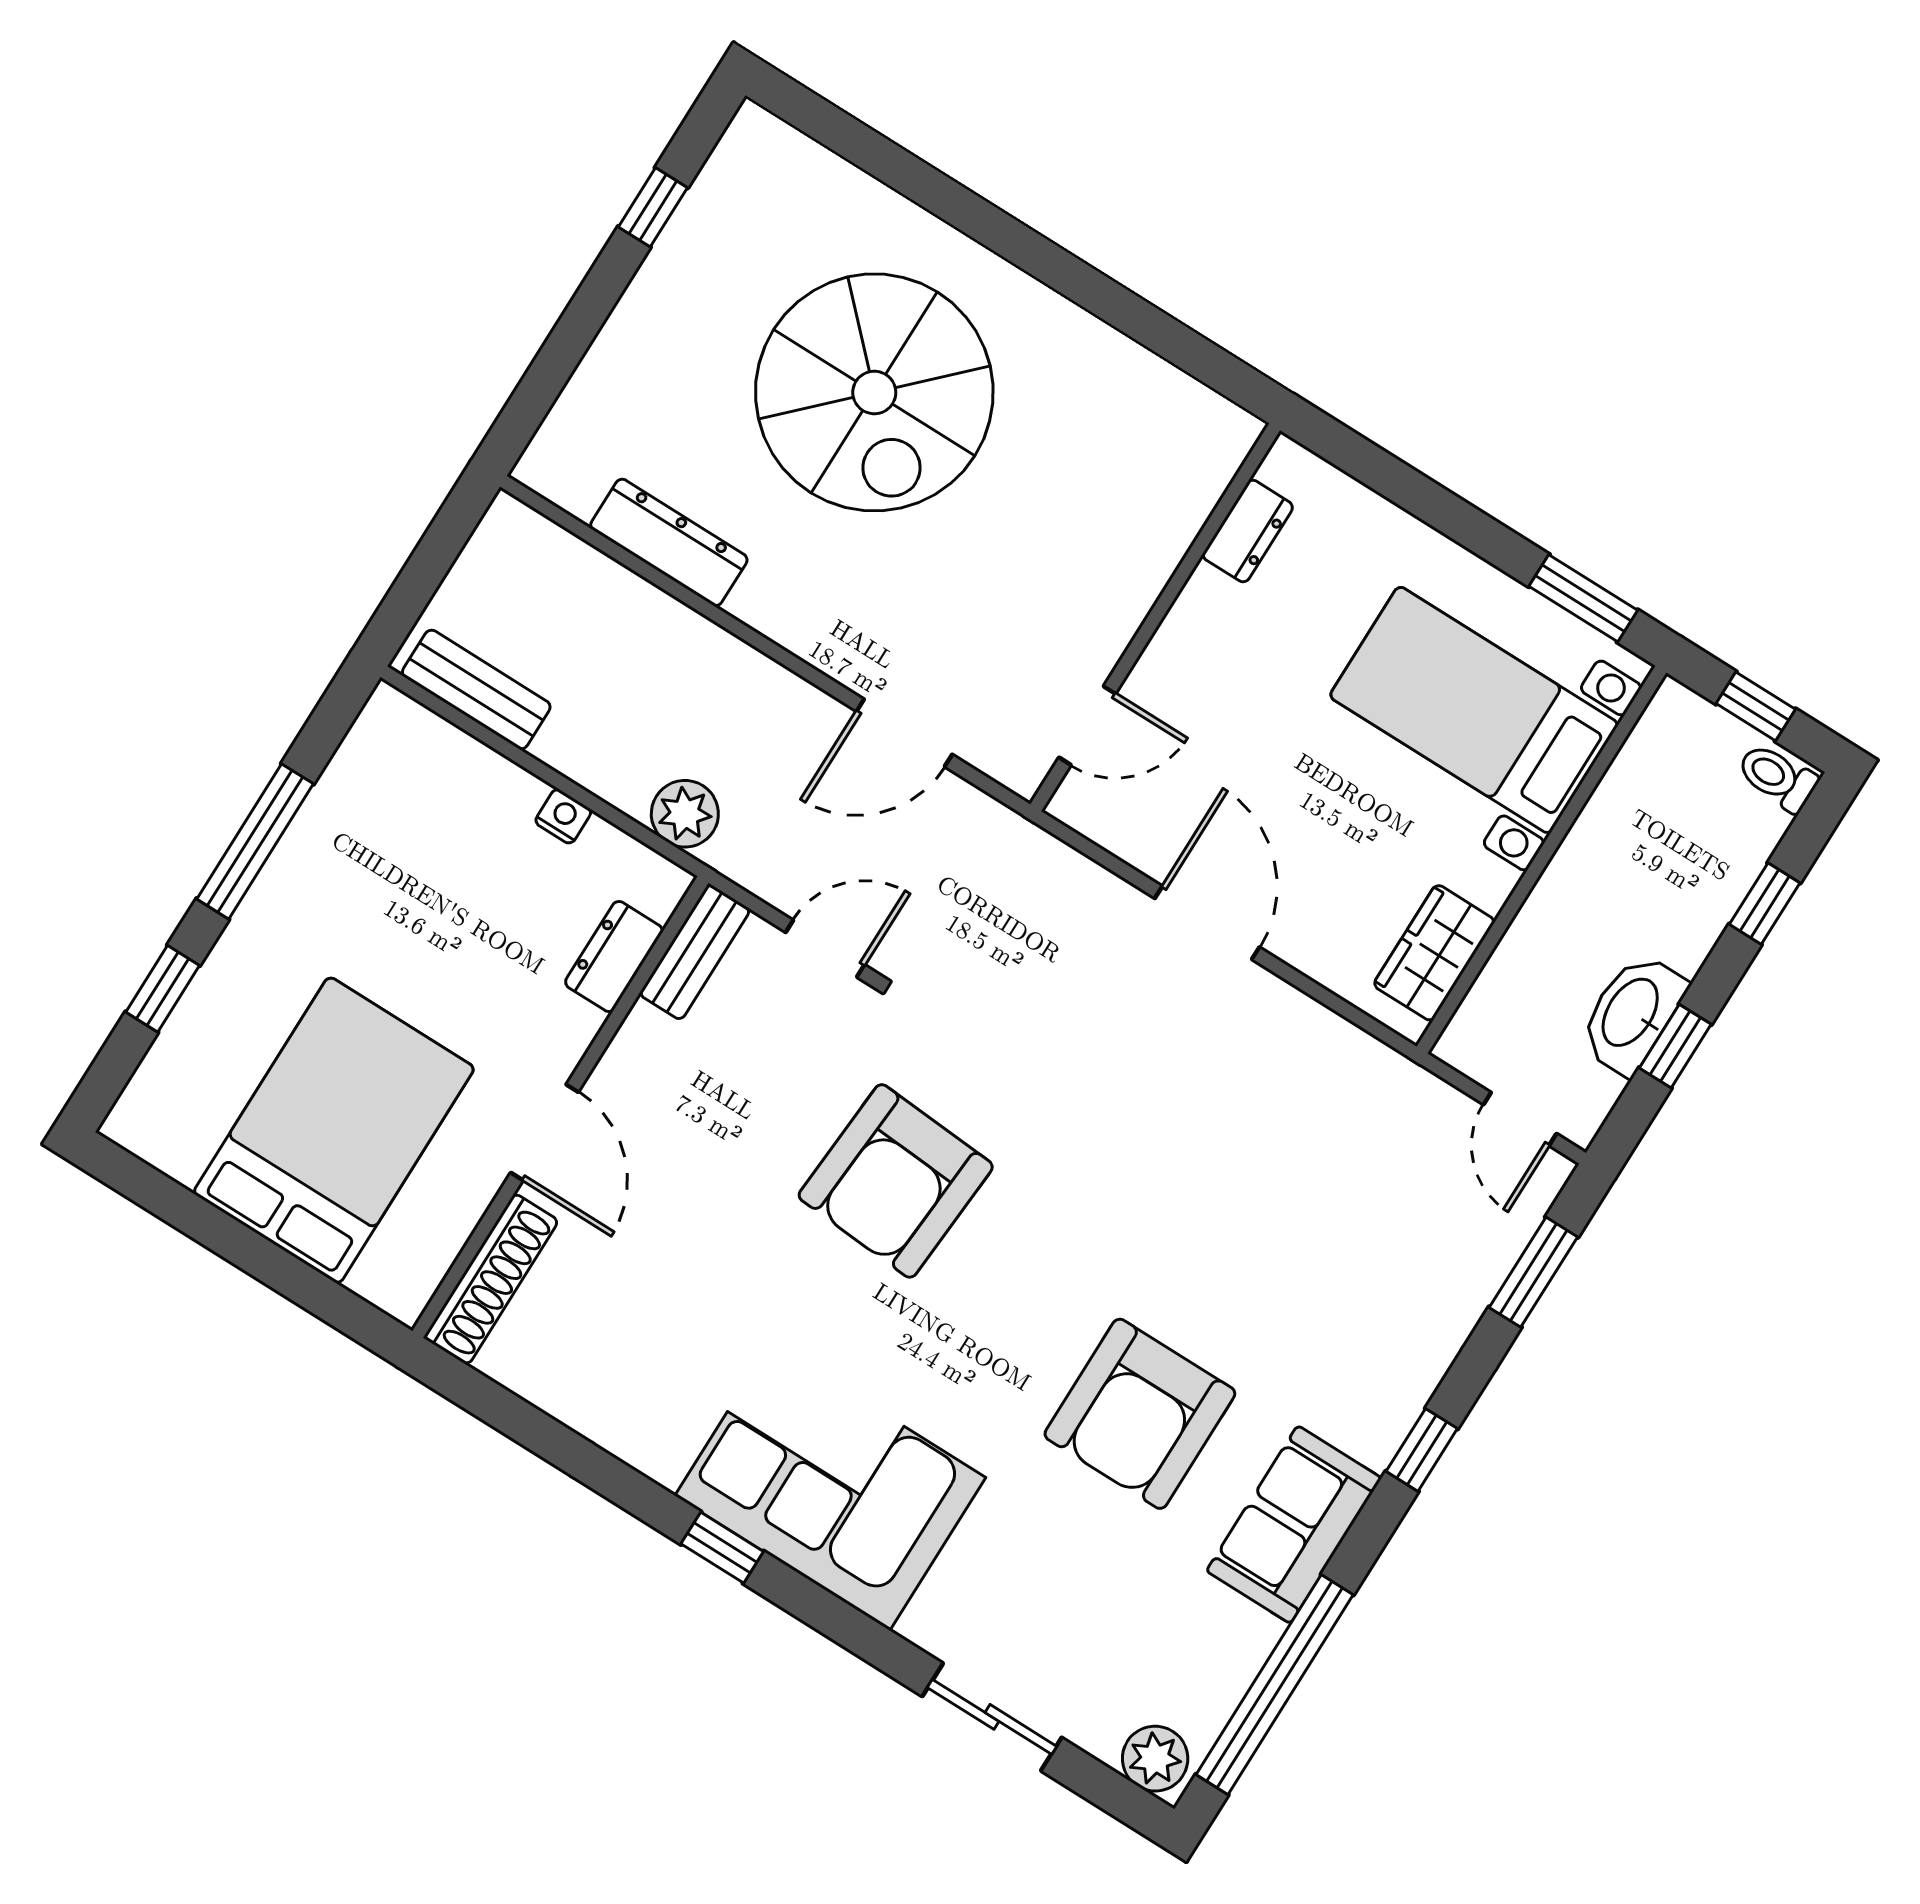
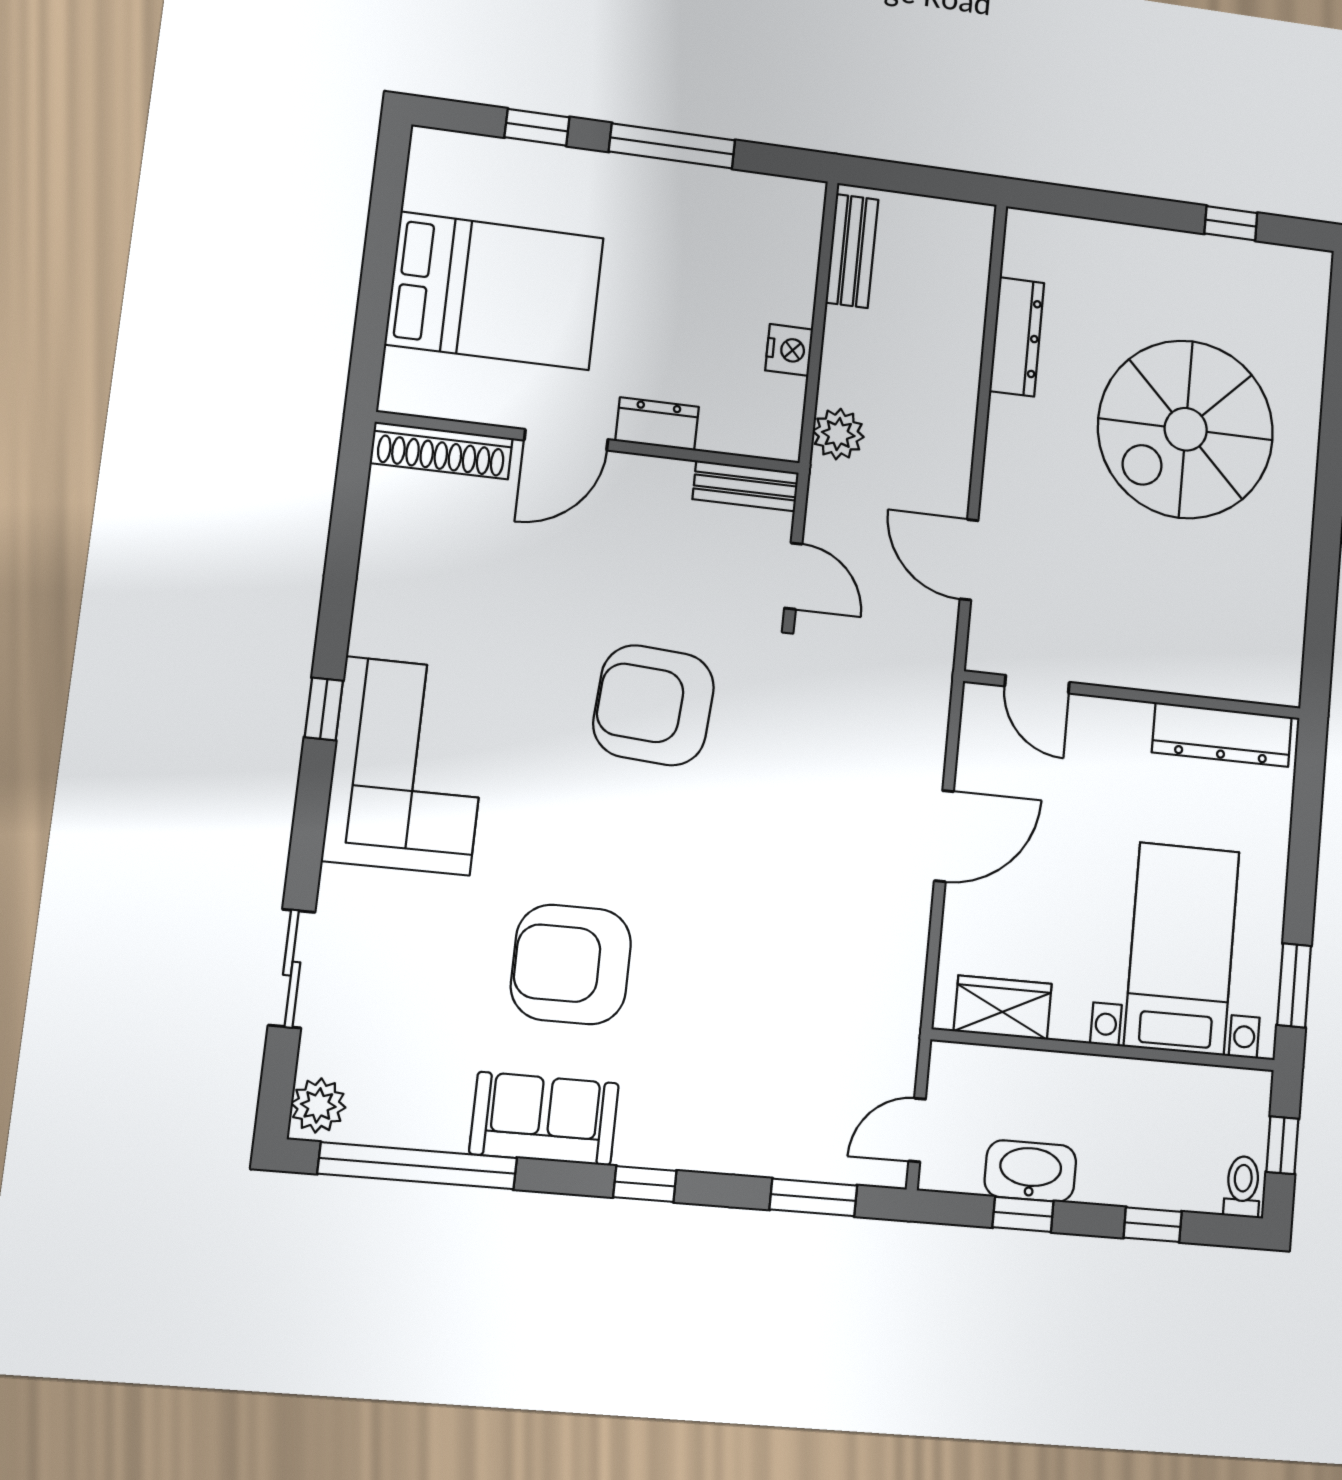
dresser: (1248, 531) -> (1222, 735), width x1.96, depth x1.24
nightstand: (563, 816) -> (789, 350), width x1.39, depth x1.35
dresser: (614, 956) -> (657, 424), moved

